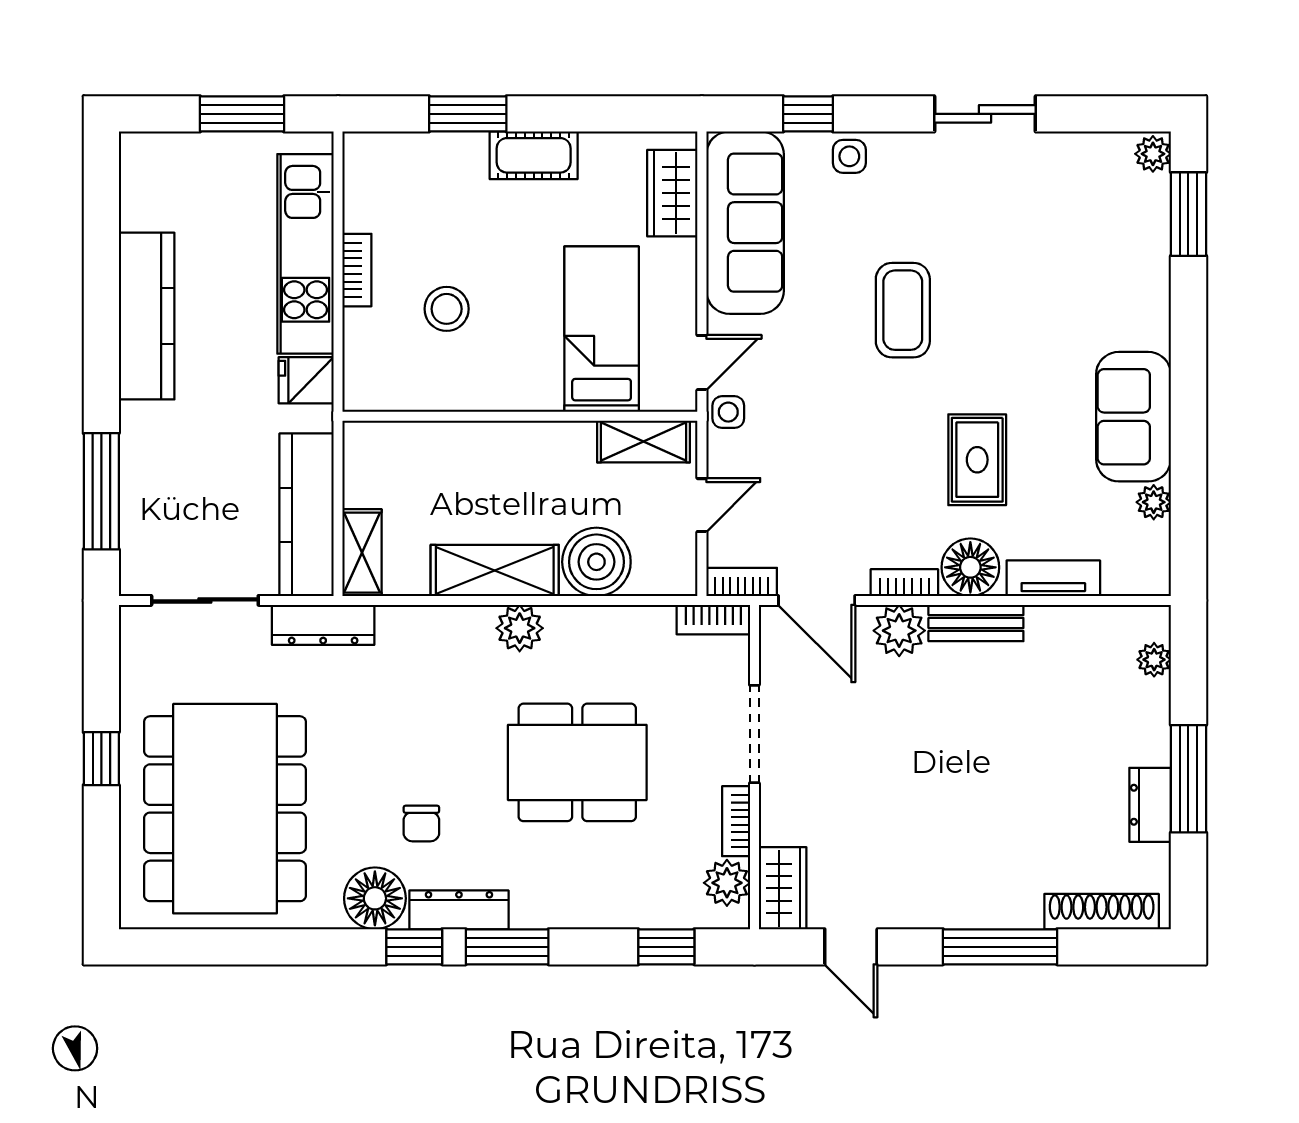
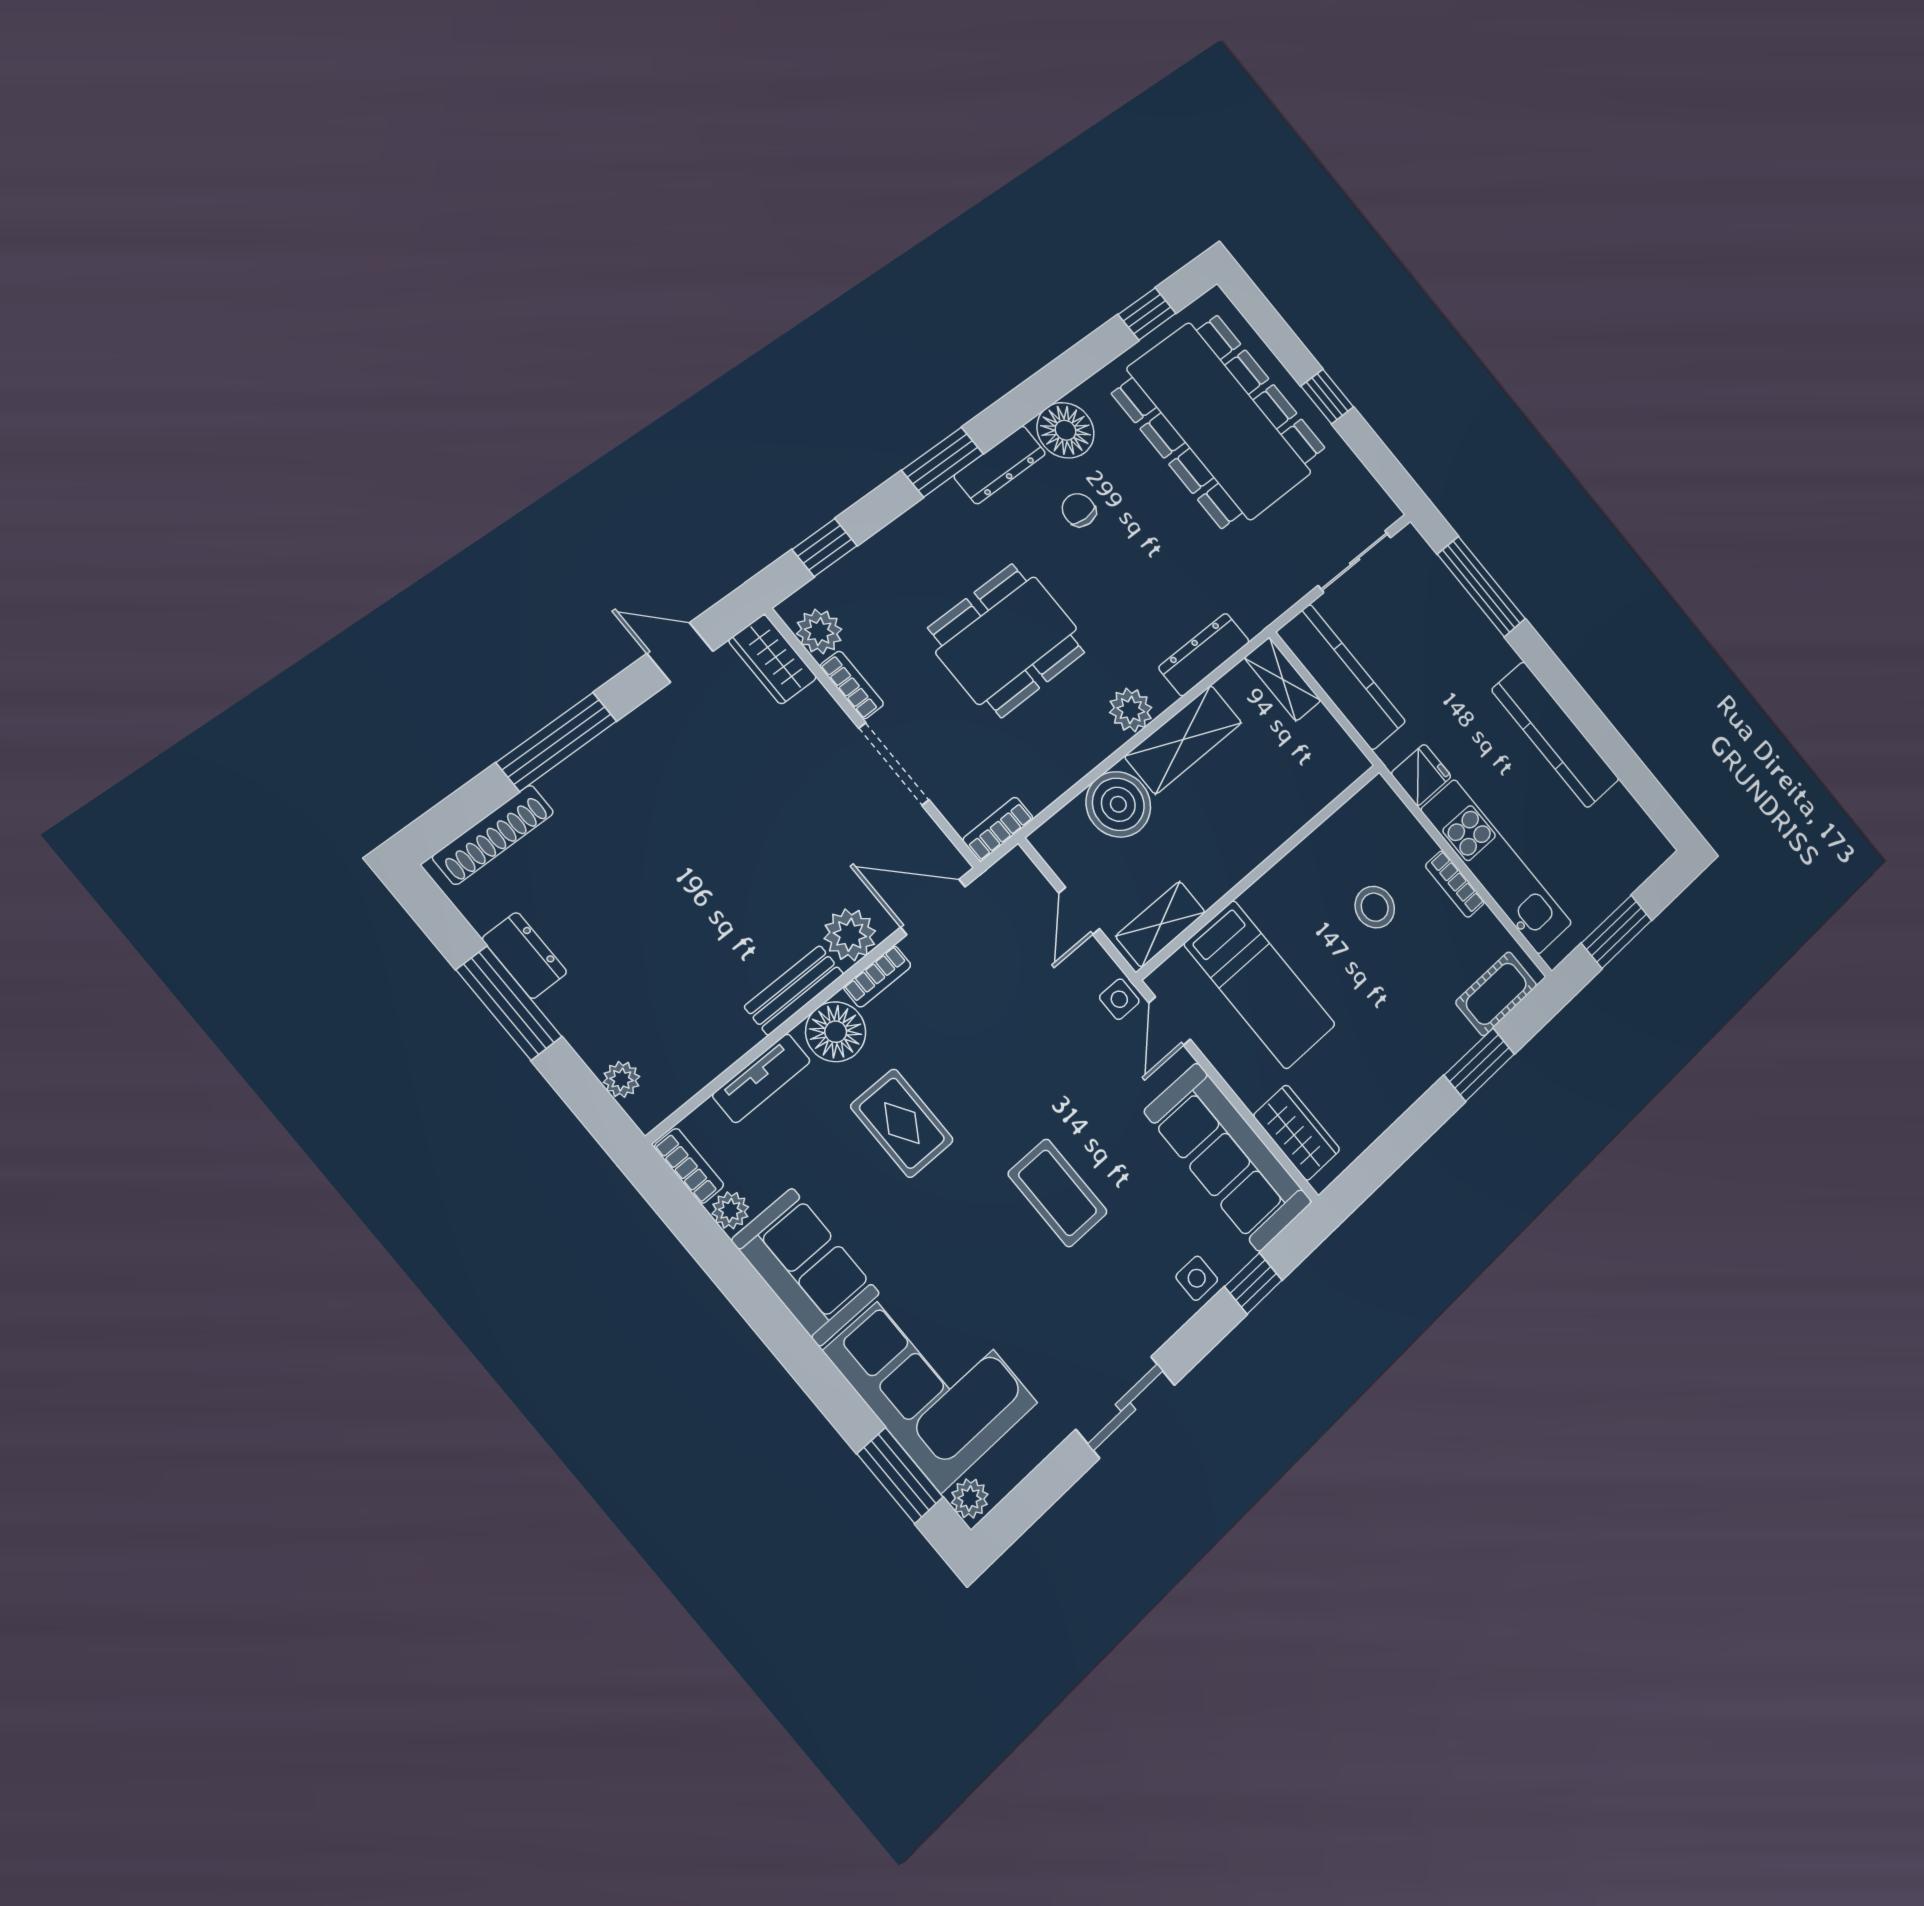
cot: (534, 155) -> (1496, 994), moved
corner sofa: (1109, 262) -> (931, 1377), added
bookcase: (742, 582) -> (689, 1166), moved, turned -90
dresser: (323, 625) -> (1204, 654), moved
window: (414, 947) -> (1147, 314), moved

